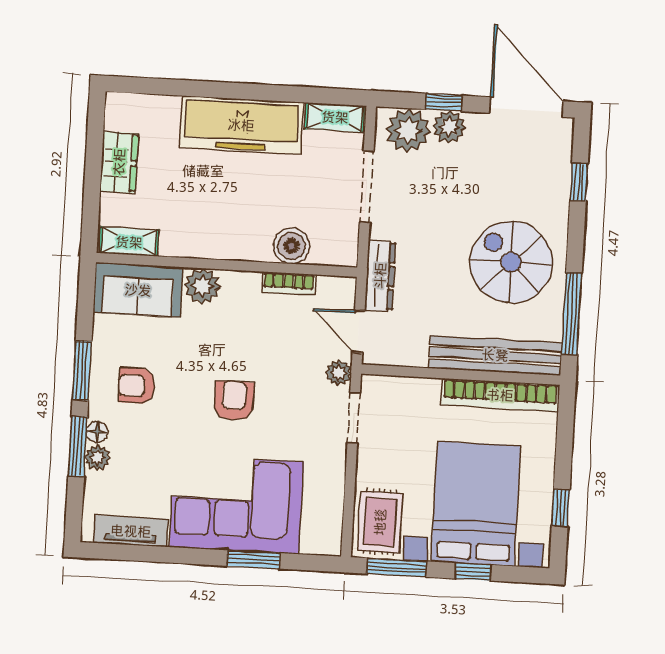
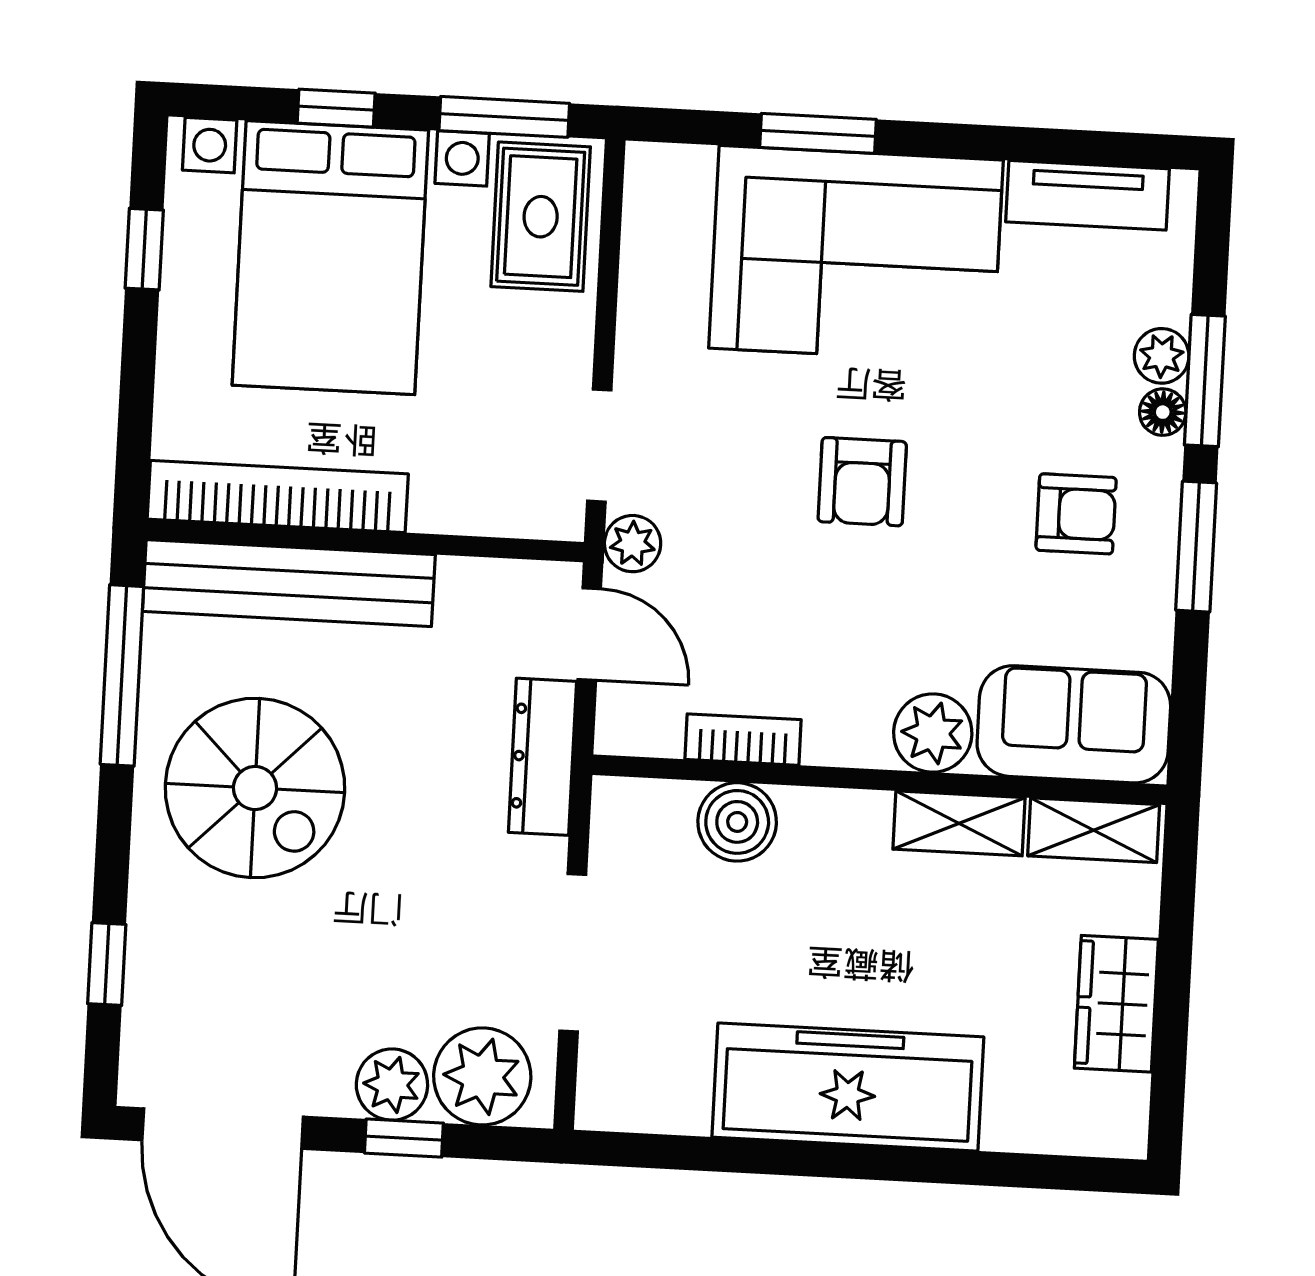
shelving: (335, 117) -> (959, 823), moved

